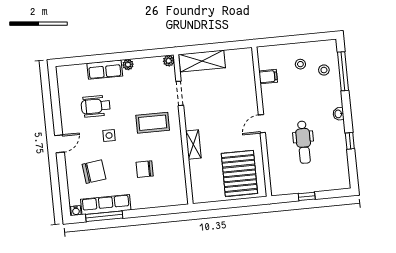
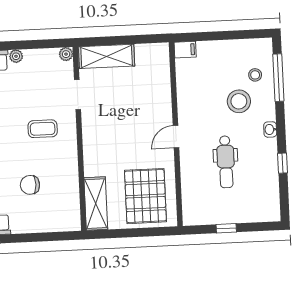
stool: (300, 64) -> (239, 101), moved, width x1.89, depth x1.89
filing cabinet: (268, 77) -> (185, 50), moved
coffee table: (153, 123) -> (43, 129), width x0.73, depth x0.77
shelving: (193, 145) -> (96, 204), moved, width x1.50, depth x1.33

